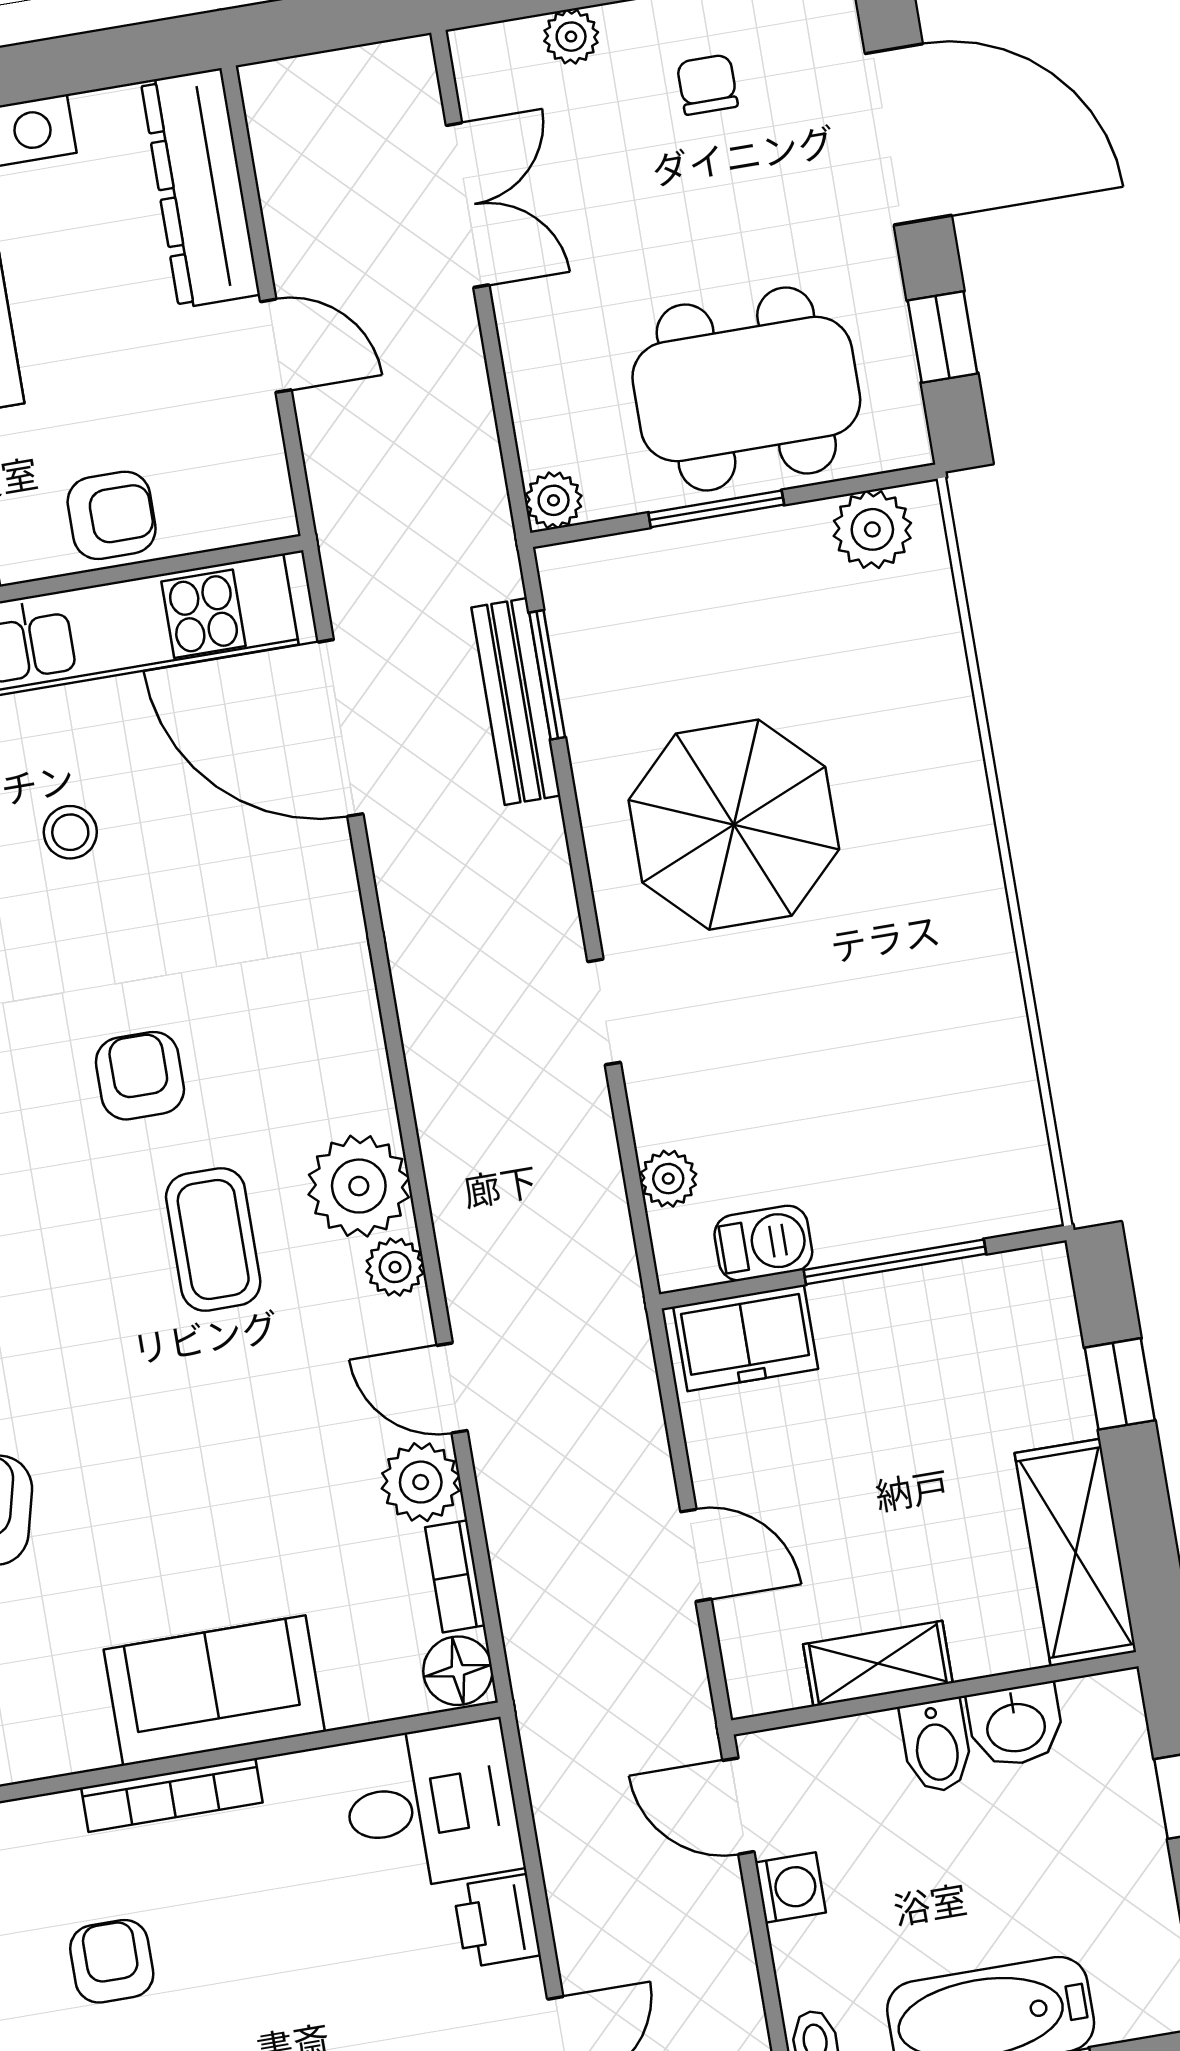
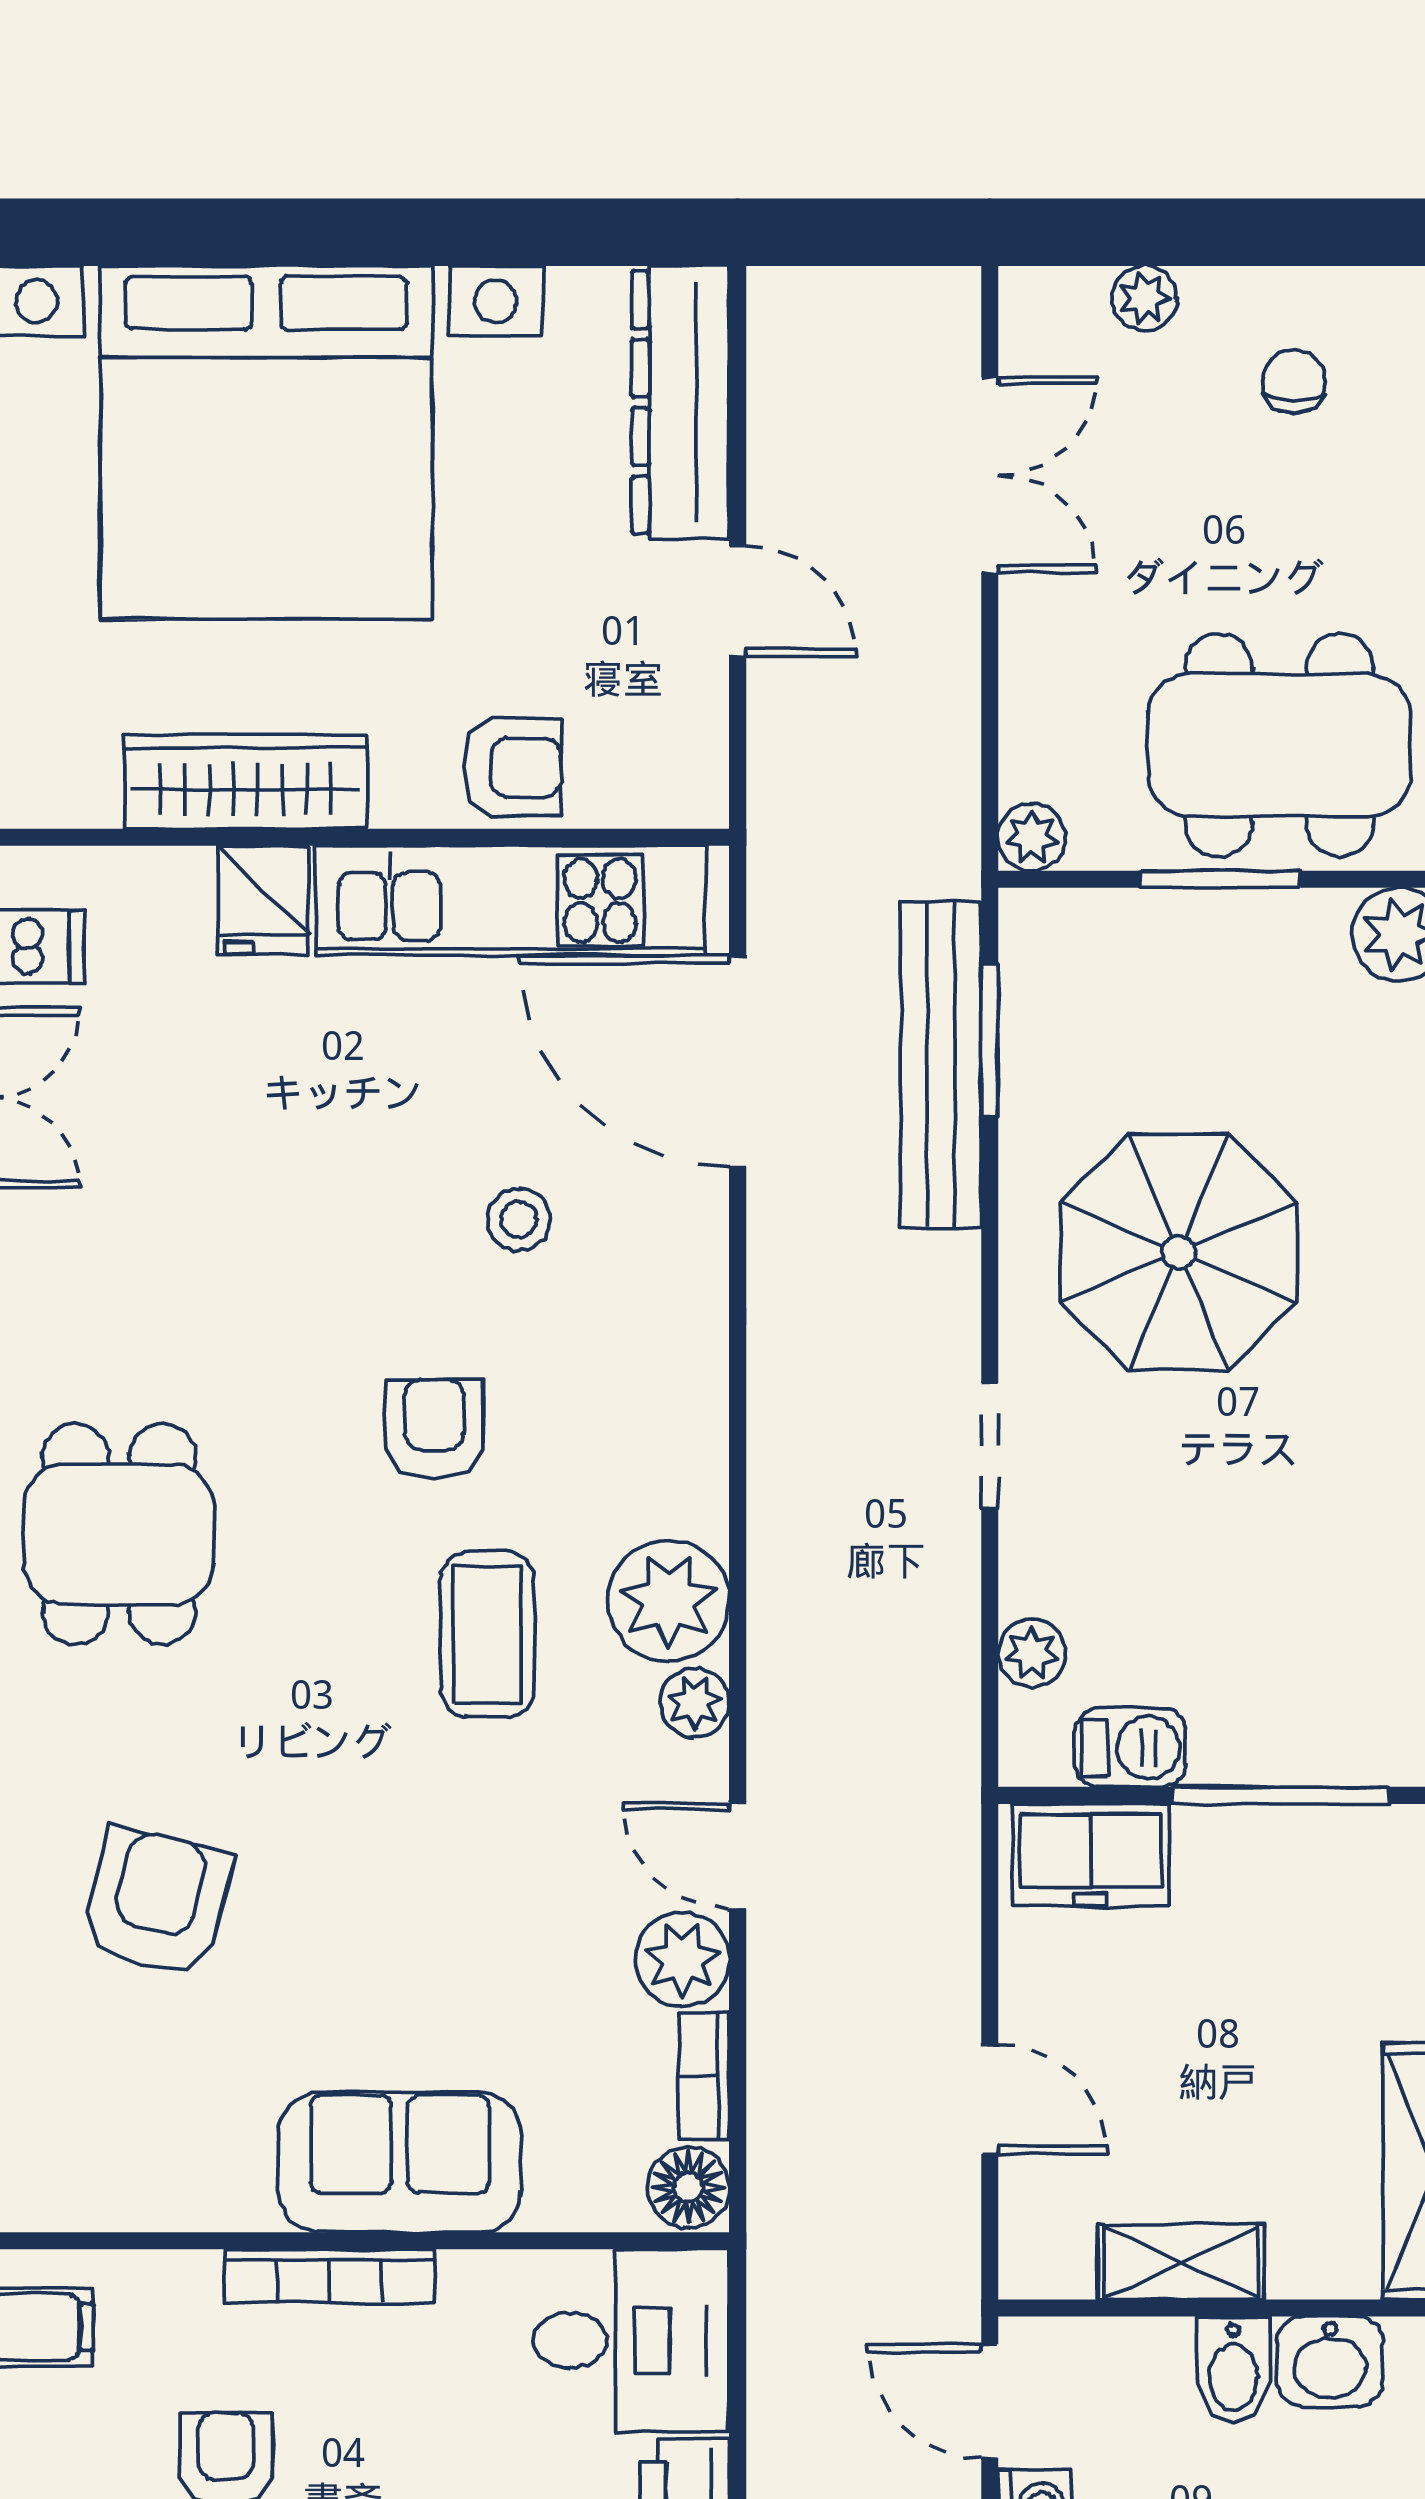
bench: (516, 701) -> (941, 1065), width x1.37, depth x1.21
stool: (70, 832) -> (519, 1219), moved

